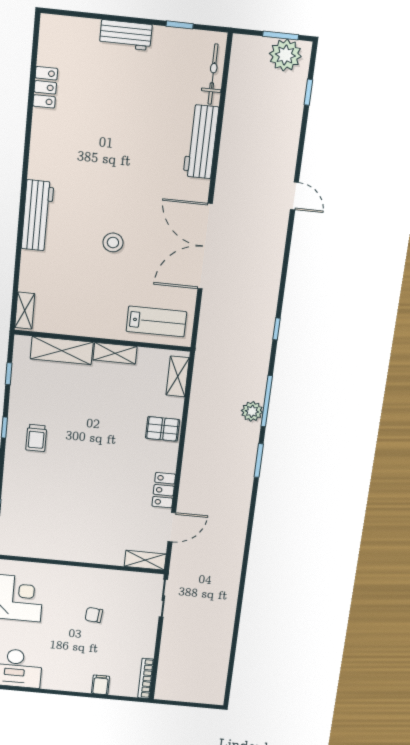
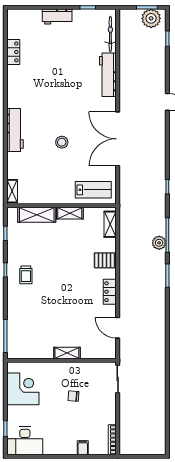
locker: (164, 490) -> (110, 292), moved
door: (172, 527) -> (118, 328), swing flipped
shelving: (145, 560) -> (67, 353), moved

